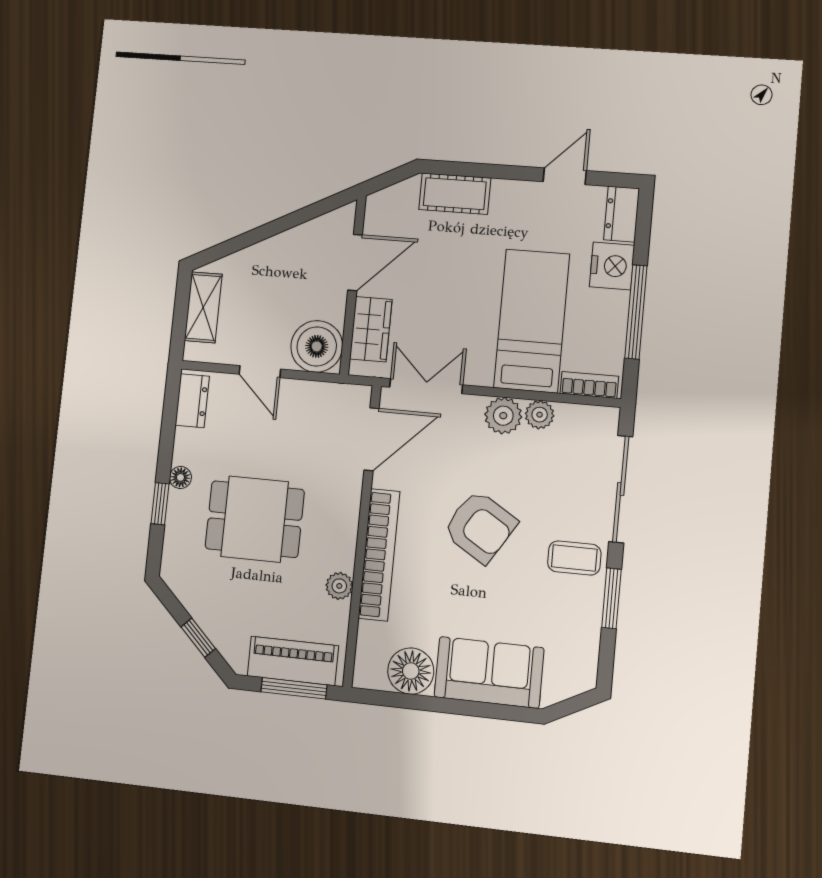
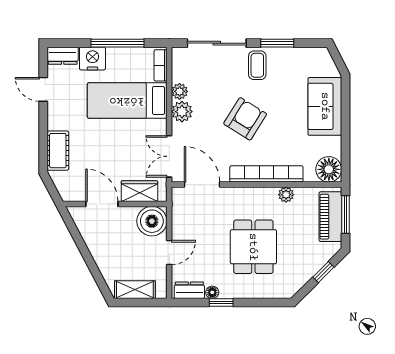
floor lamp: (180, 477) -> (212, 292), moved
window: (160, 504) -> (221, 303), moved
floor lamp: (411, 671) -> (329, 169), moved

